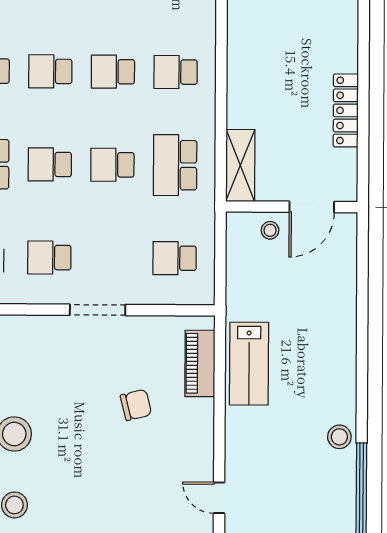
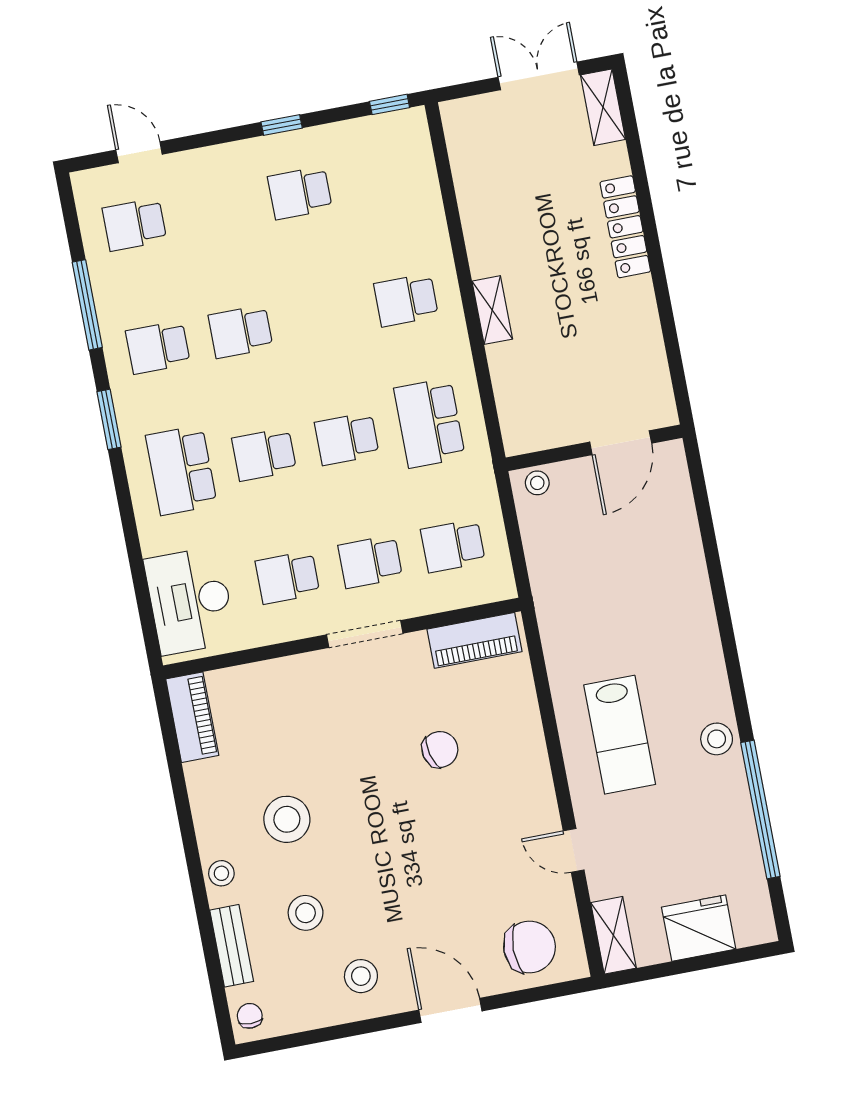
school desk: (113, 72) -> (370, 562), moved
locker: (346, 110) -> (625, 227), moved
shelving: (240, 165) -> (492, 310), moved, width x0.67, depth x0.75
stool: (270, 230) -> (537, 483), moved
piano: (200, 363) -> (475, 640), moved, turned -90
lab bench: (249, 364) -> (620, 735), moved

